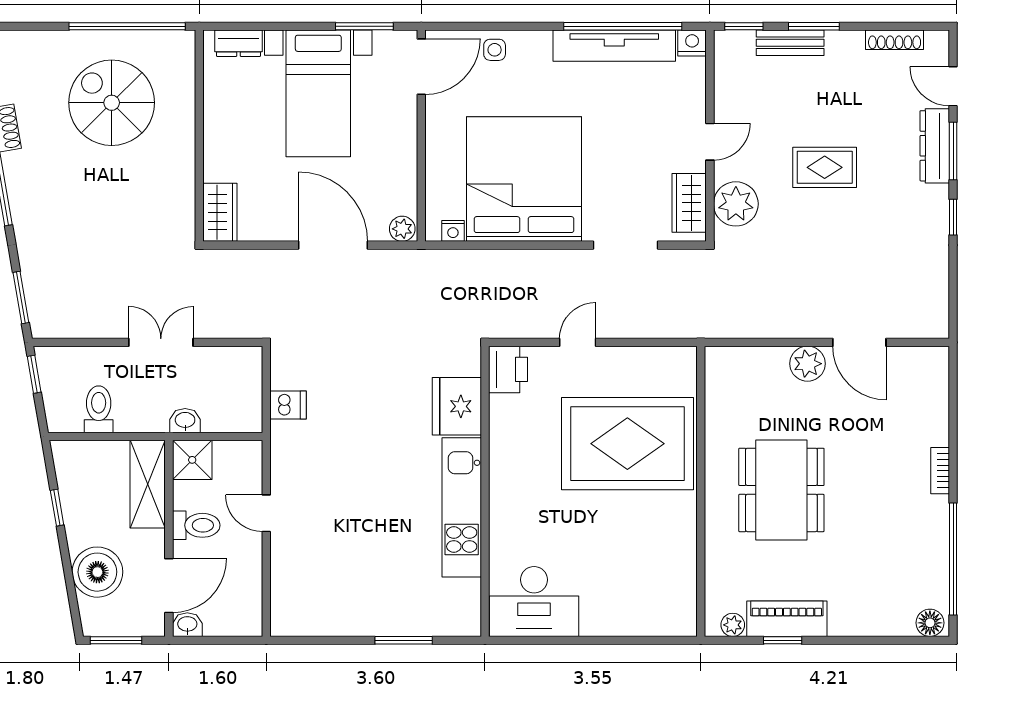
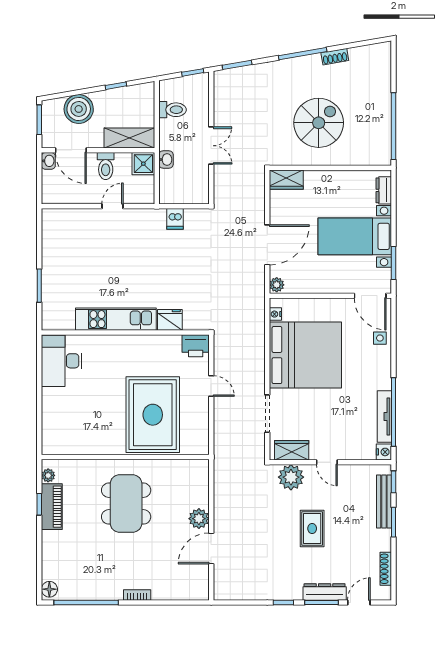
bench: (790, 43) -> (384, 501), width x1.36
tv unit: (614, 46) -> (384, 416), width x0.73, depth x0.78
spiral stairs: (112, 103) -> (319, 123), moved
fridge: (457, 406) -> (170, 320), width x0.73, depth x0.75
dining table: (781, 490) -> (126, 504), turned 90

